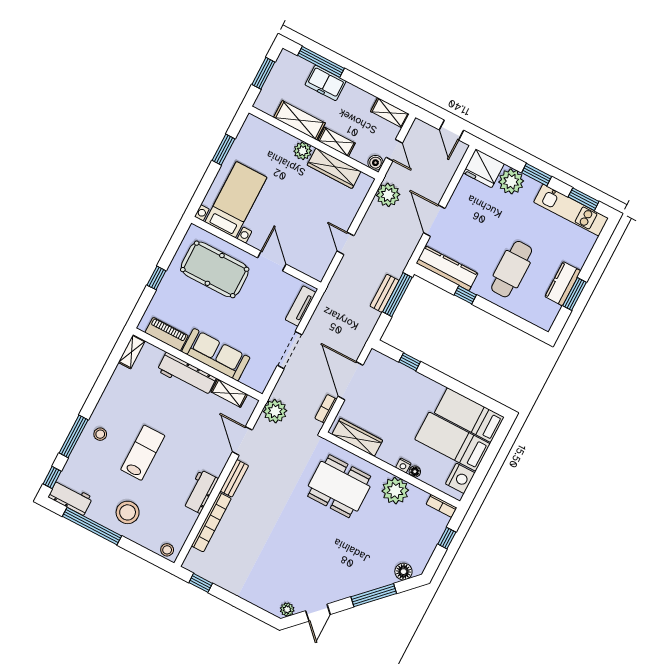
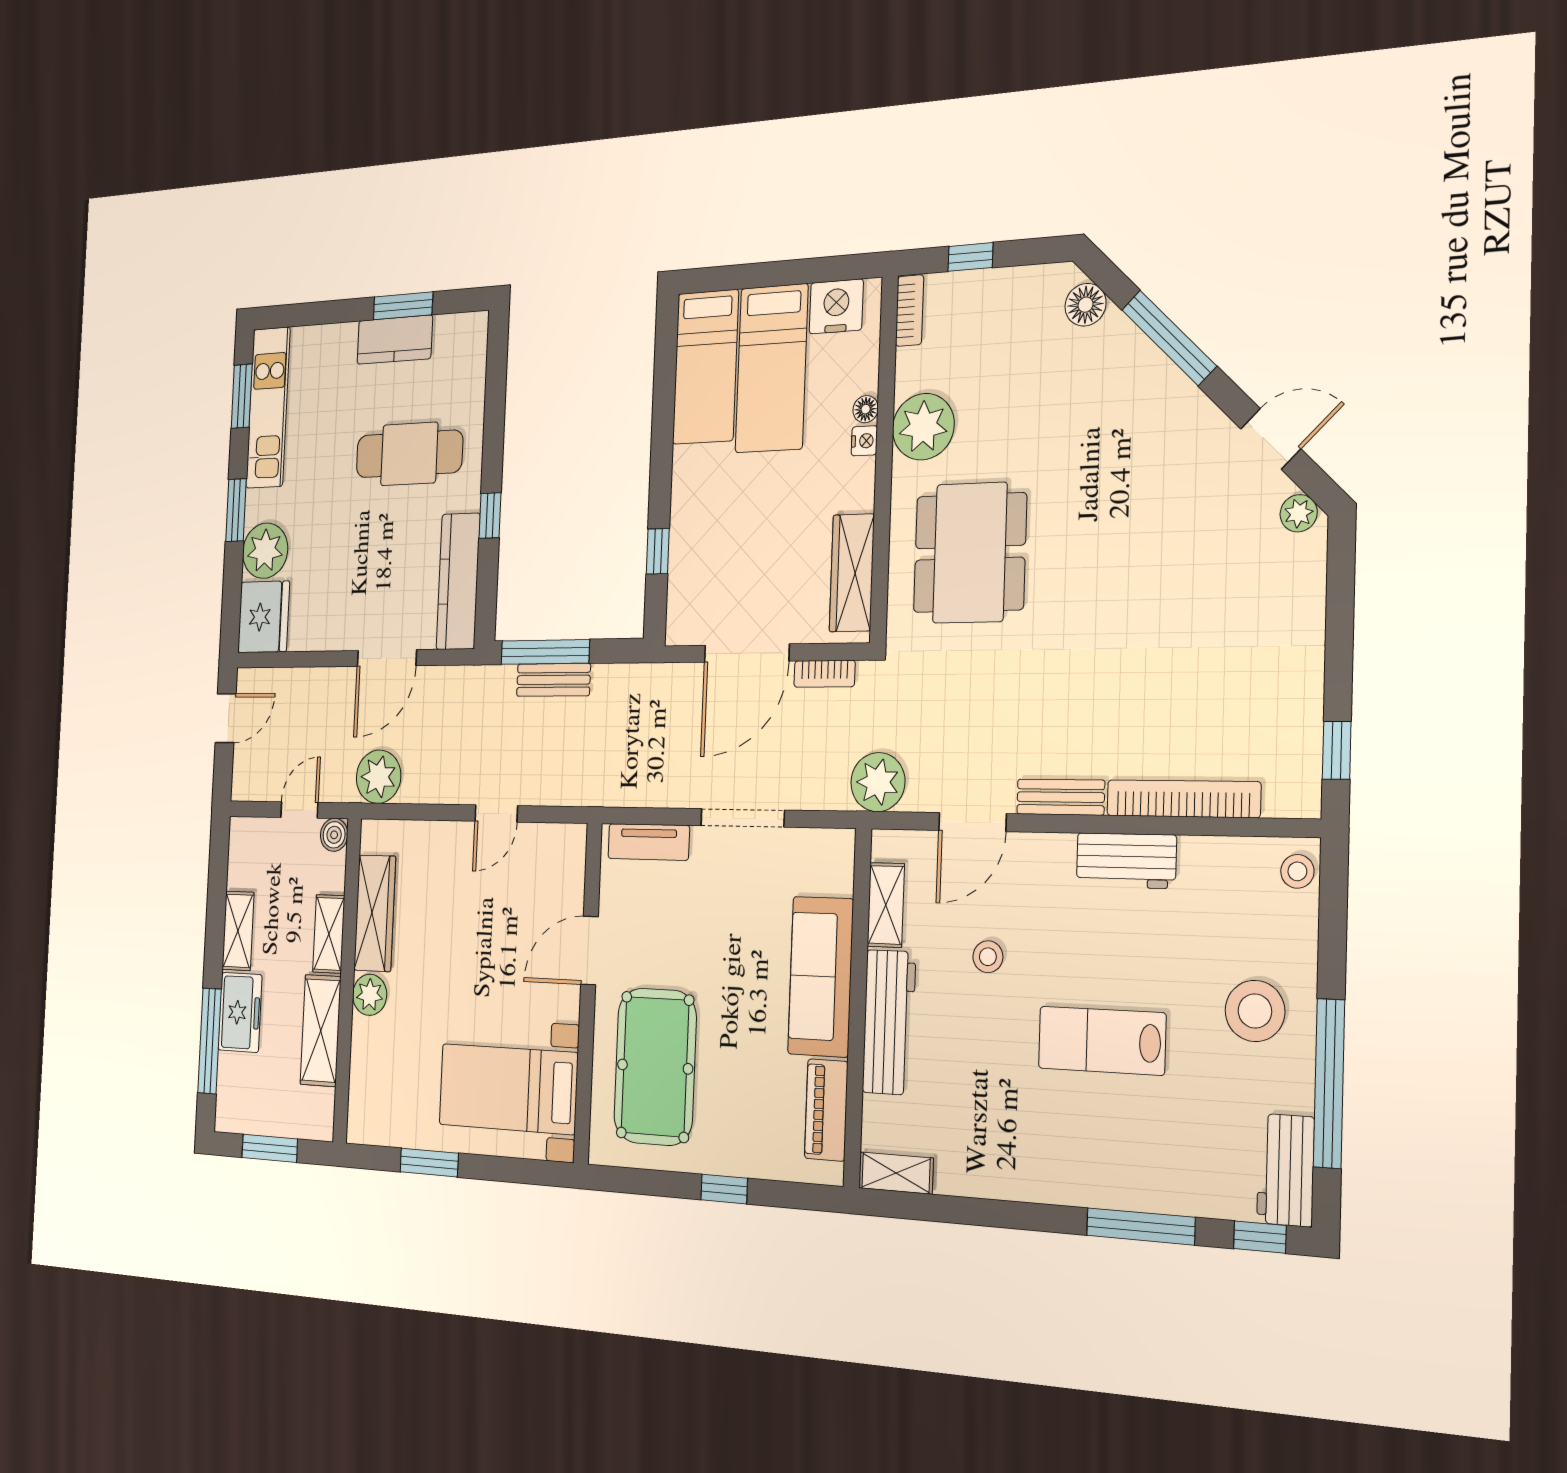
shelving: (390, 113) -> (238, 931), moved
stool: (100, 434) -> (988, 957), moved

